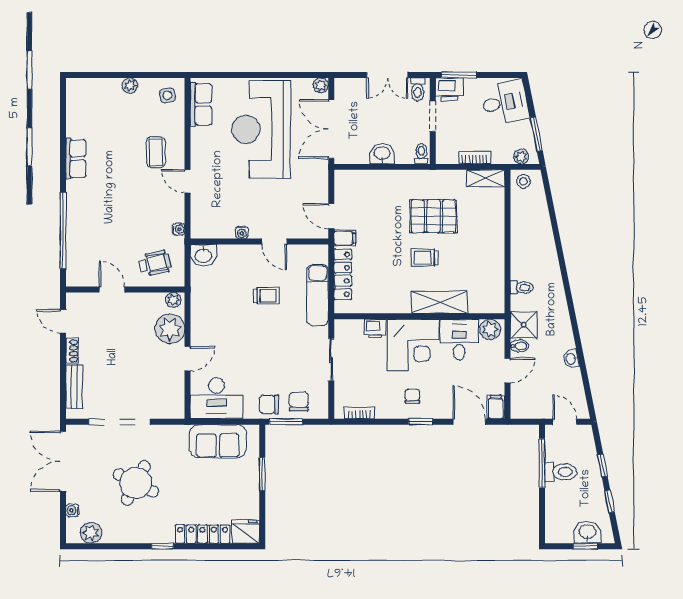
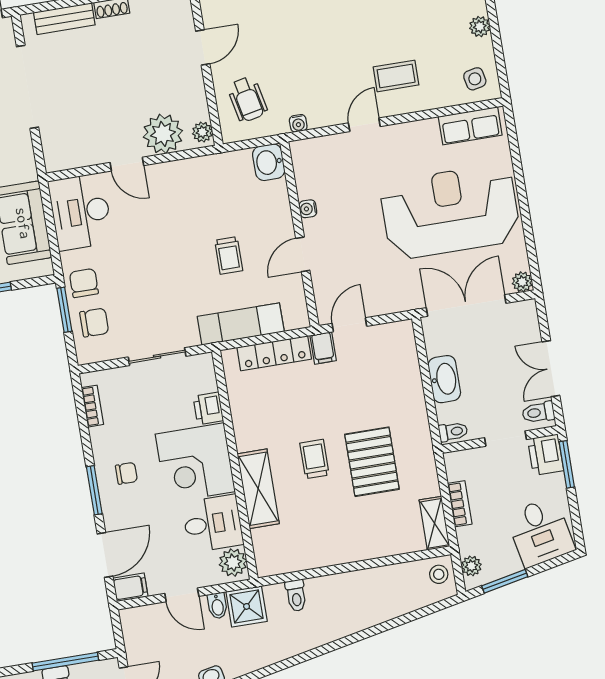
washbasin: (382, 154) -> (444, 379), width x1.38
window: (421, 422) -> (94, 490), width x1.50

